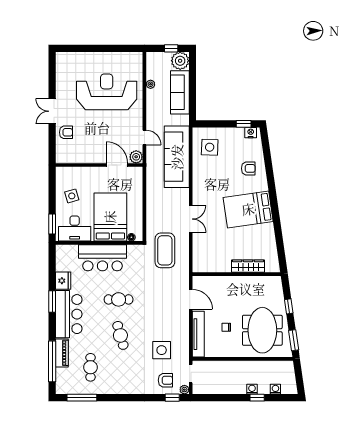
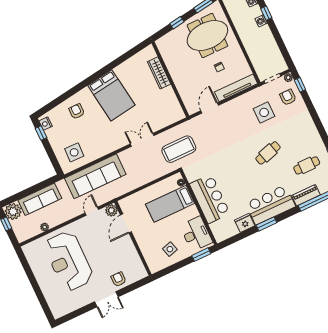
bed: (110, 217) -> (170, 204), width x0.67
cafe table: (119, 299) -> (238, 169), removed

